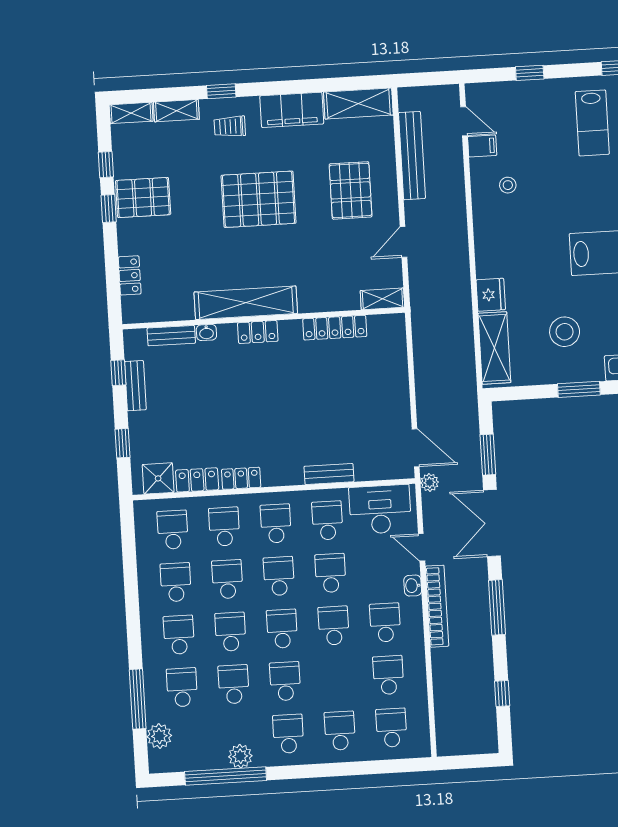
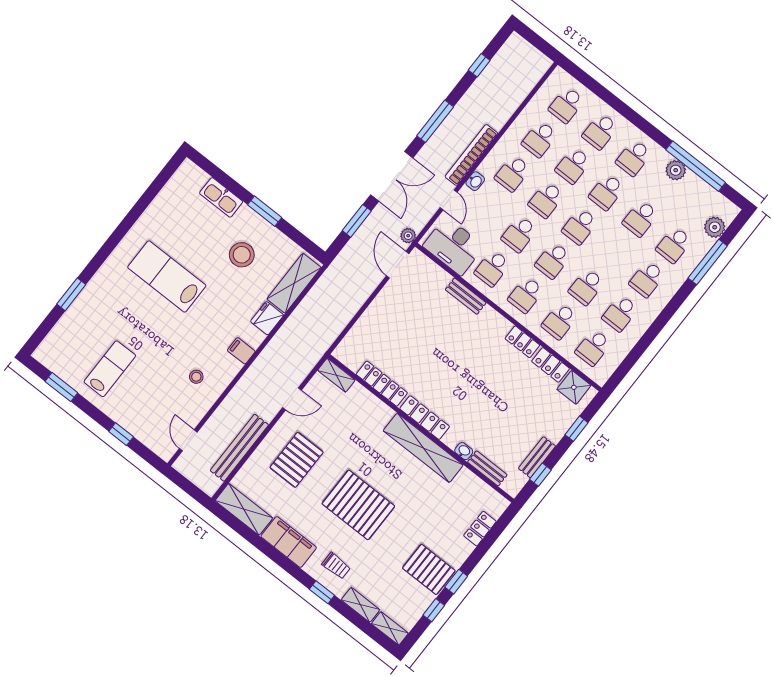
filing cabinet: (482, 146) -> (241, 351), moved
locker: (258, 332) -> (425, 418), width x1.53
school desk: (230, 632) -> (573, 166), moved

